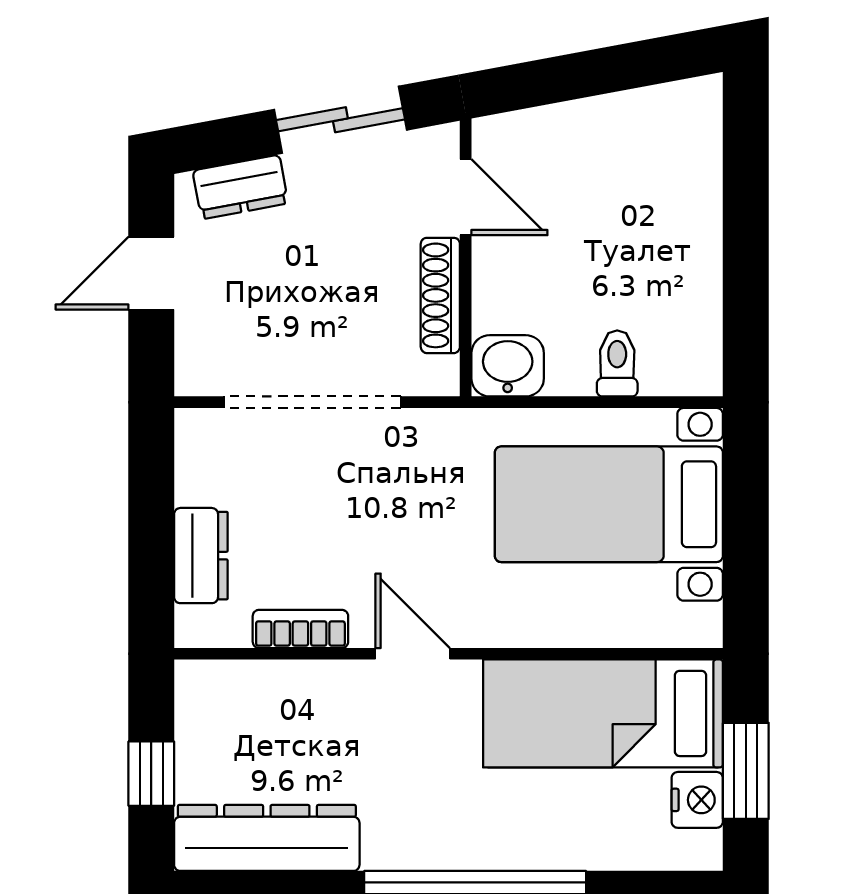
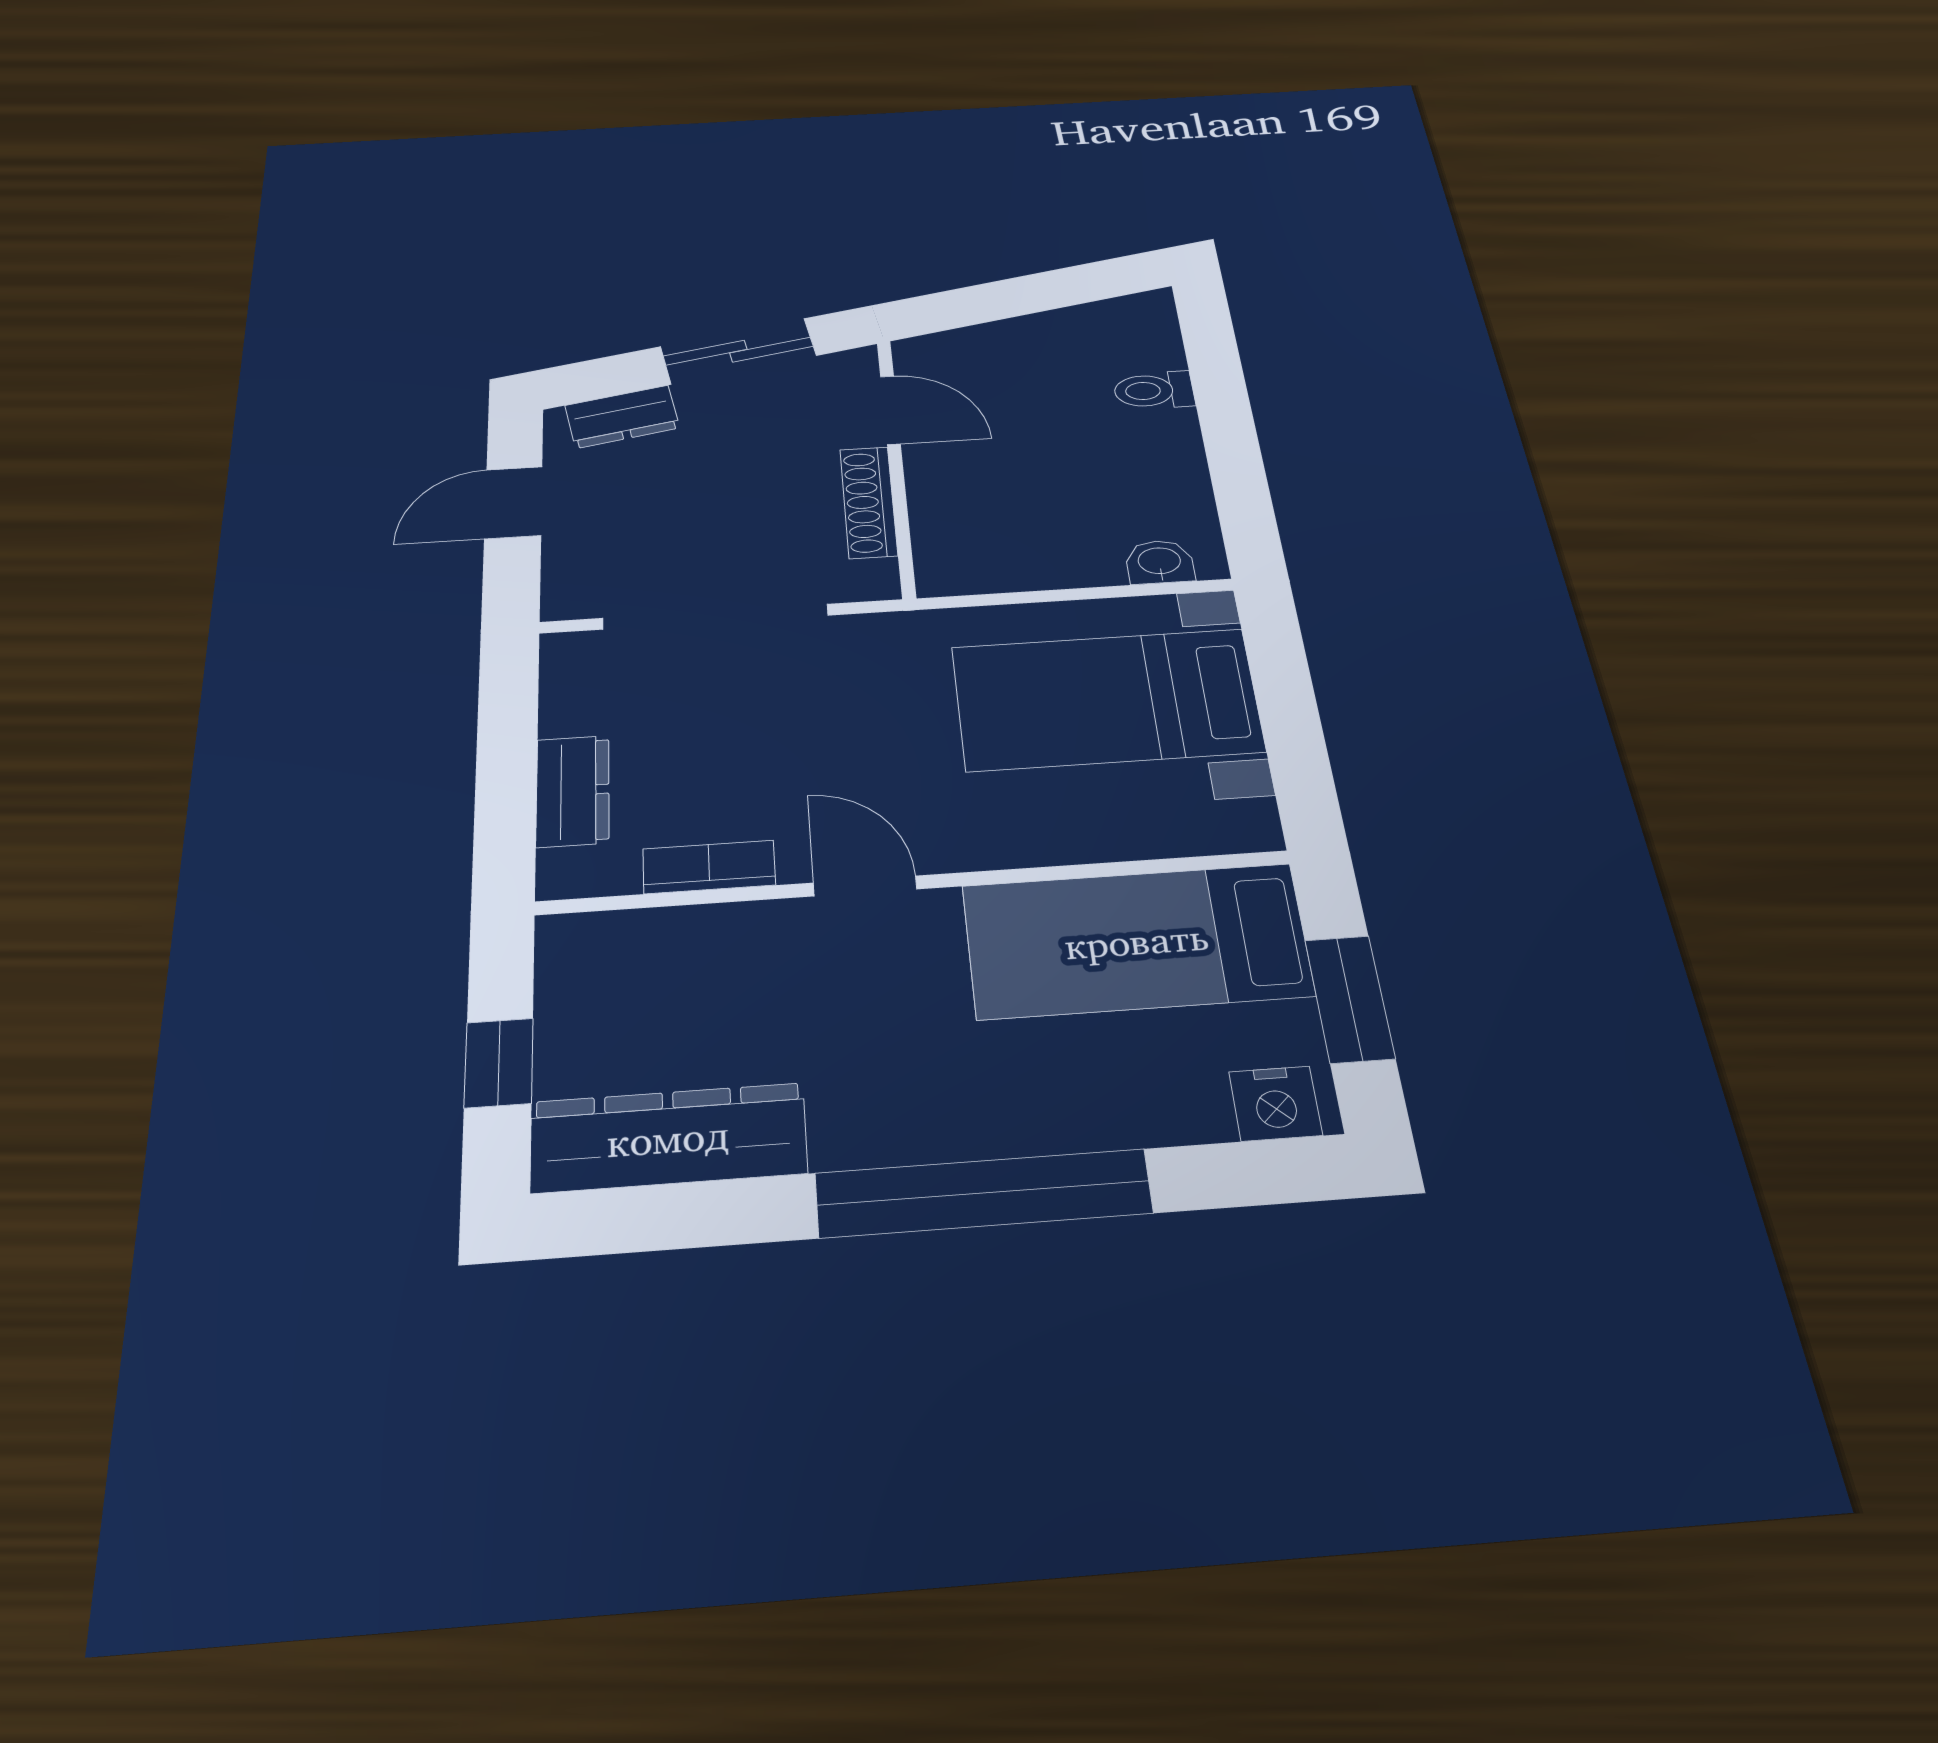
toilet: (617, 363) -> (1154, 390), moved, turned -90
washbasin: (508, 366) -> (1160, 562), moved, width x0.72, depth x0.69
nightstand: (697, 800) -> (1276, 1103), moved, turned 90

